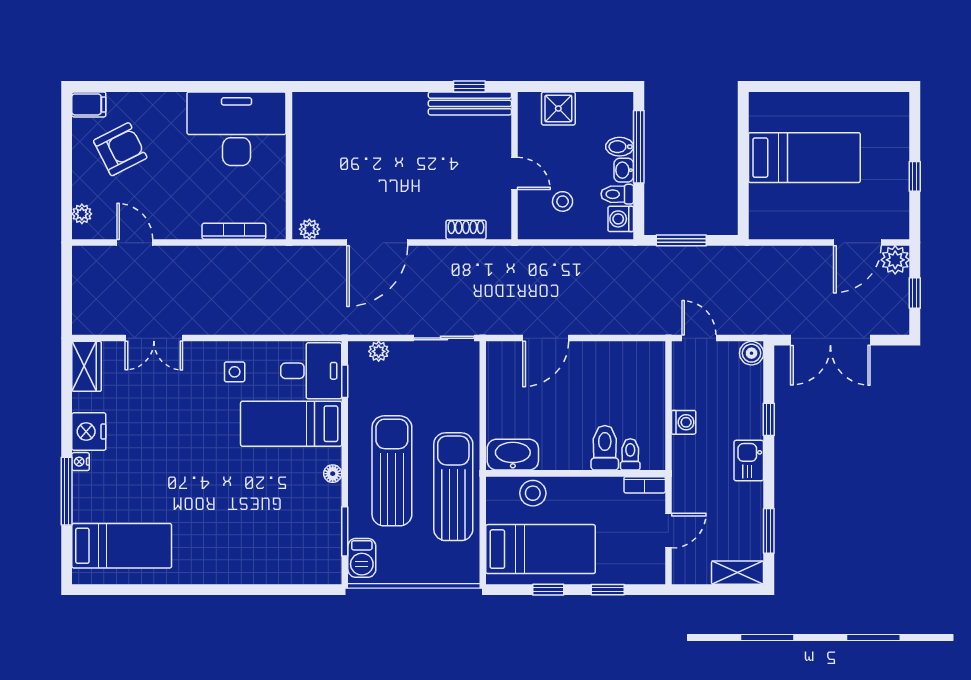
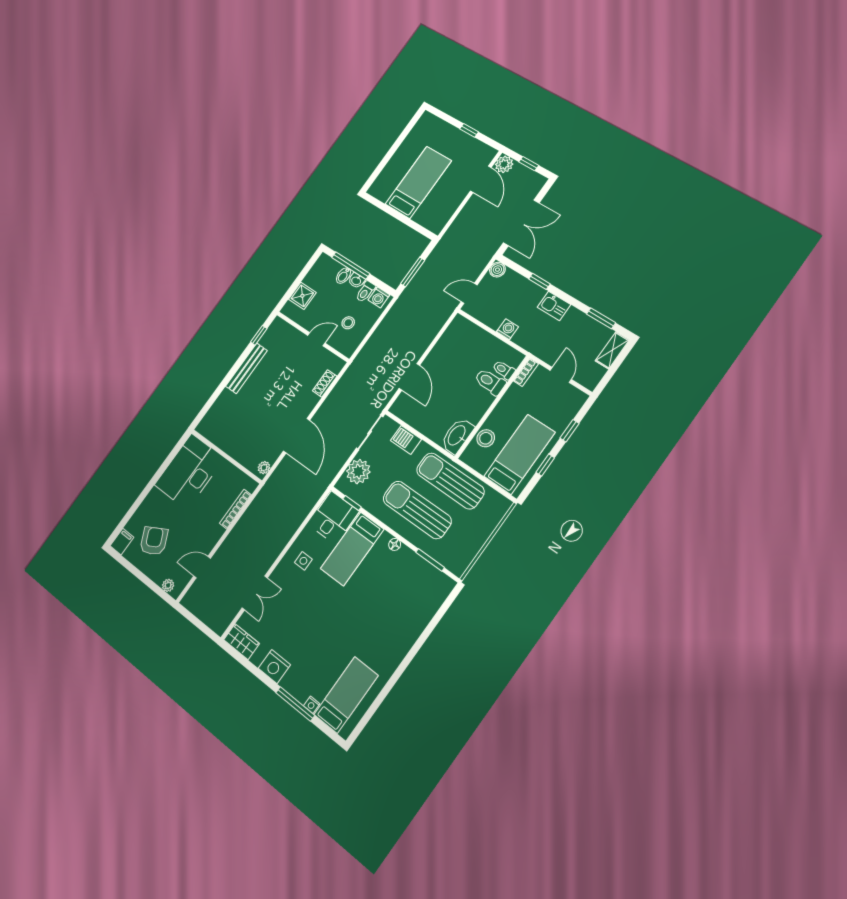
bench: (470, 103) -> (246, 368), moved
plant: (379, 351) -> (358, 472), width x1.87, depth x1.87
nightstand: (81, 462) -> (312, 705), moved
barbecue: (362, 558) -> (406, 440), moved, turned 180

